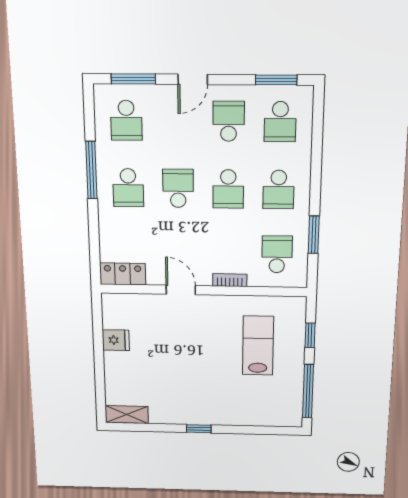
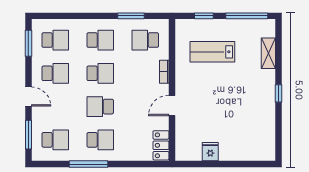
school desk: (229, 121) -> (55, 73), turned 180
shelving: (127, 415) -> (268, 53), moved

